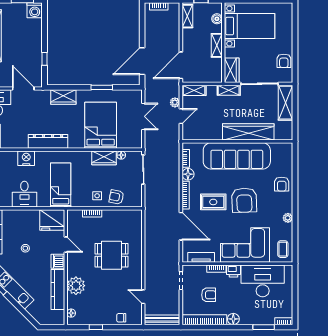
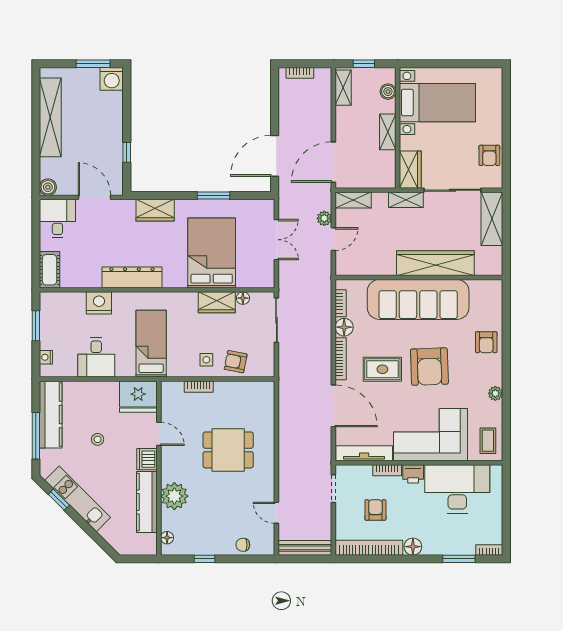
tv unit: (201, 257) -> (364, 453), width x1.41
armchair: (209, 295) -> (375, 510), turned -90

